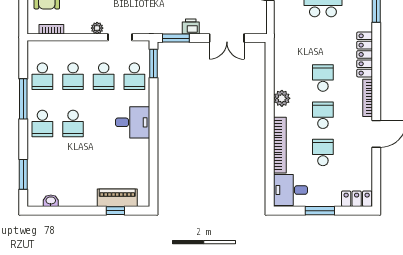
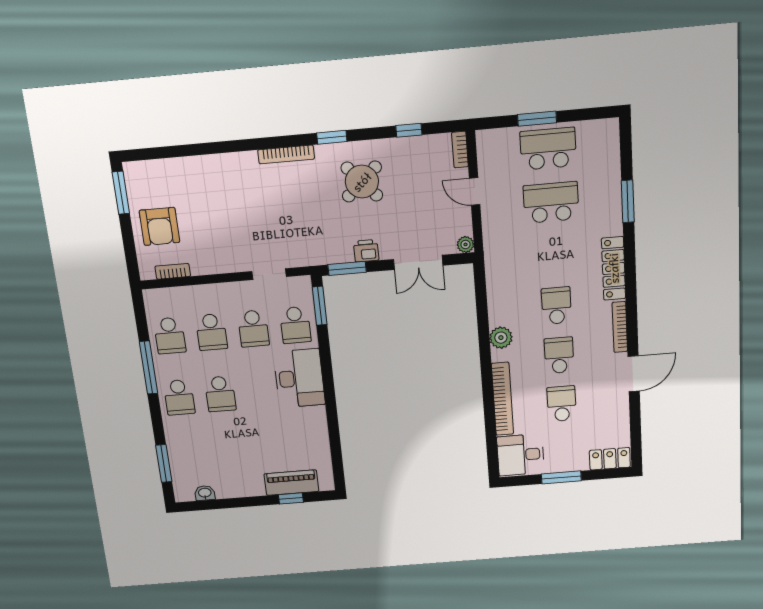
plant: (97, 28) -> (465, 244), moved
desk: (133, 122) -> (299, 378), width x1.37

